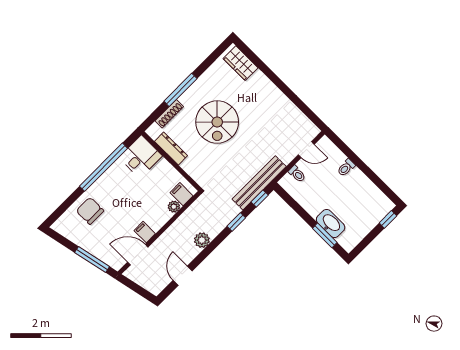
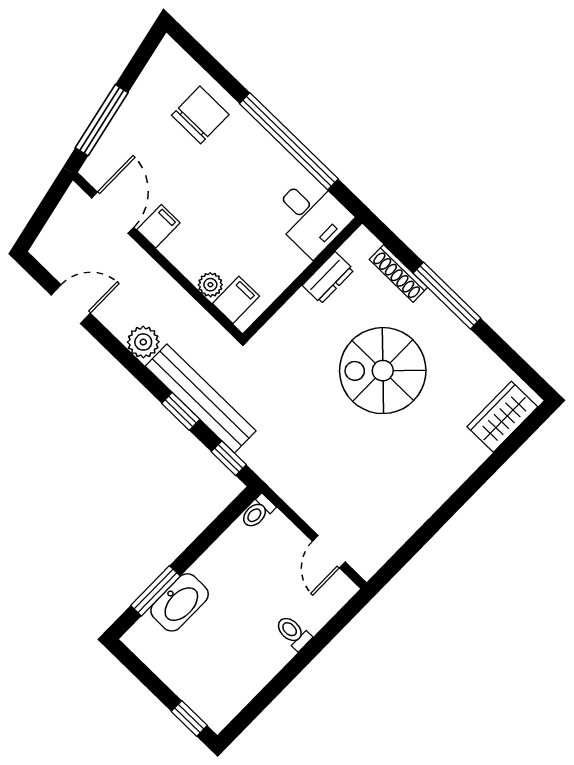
dresser: (171, 148) -> (328, 278), width x0.70
toilet: (297, 174) -> (258, 512), moved
bench: (259, 183) -> (201, 399), moved

